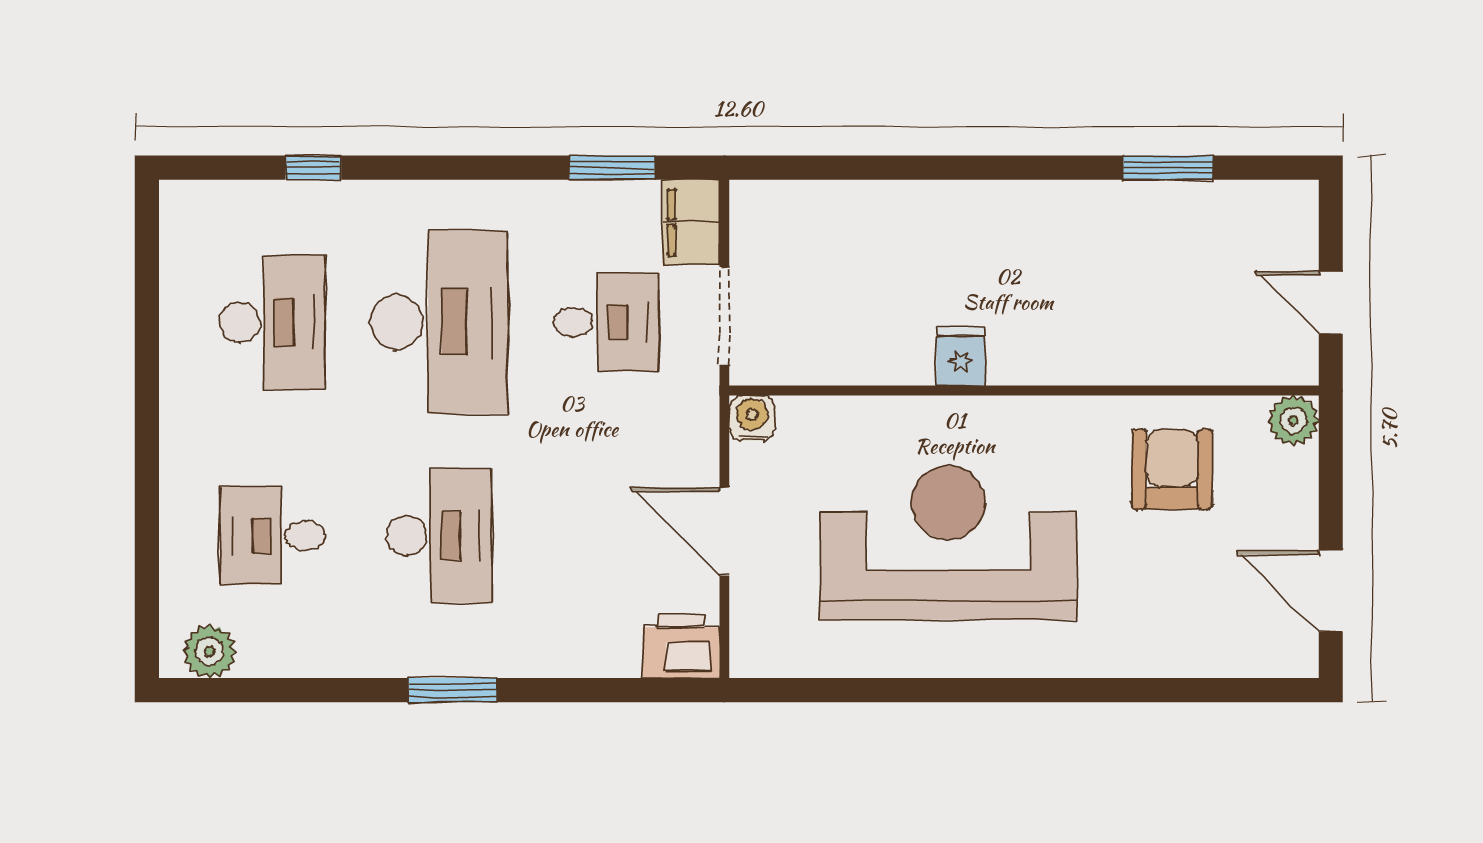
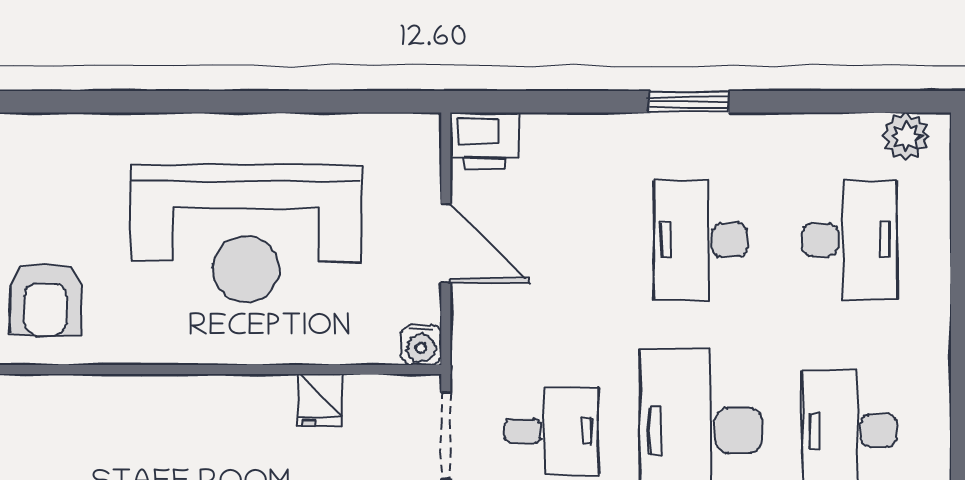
desk: (606, 322) -> (552, 431), turned 180
fridge: (961, 357) -> (320, 400), moved
desk: (273, 536) -> (850, 240), width x1.37

